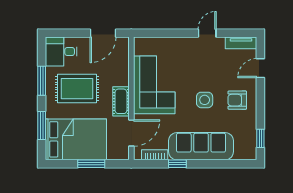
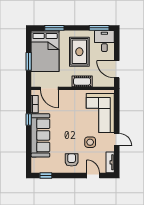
window: (42, 81) -> (99, 28), moved
corner sofa: (154, 85) -> (100, 113), moved, turned 90
side table: (205, 100) -> (90, 142), moved
cot: (121, 101) -> (82, 81), moved

